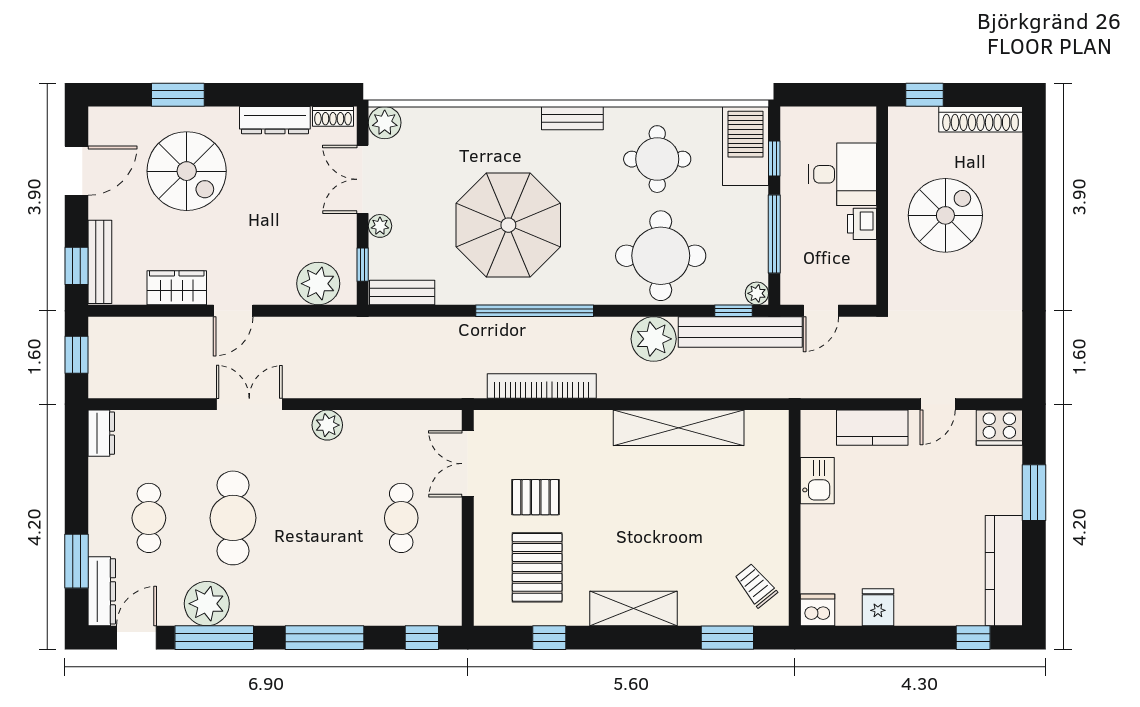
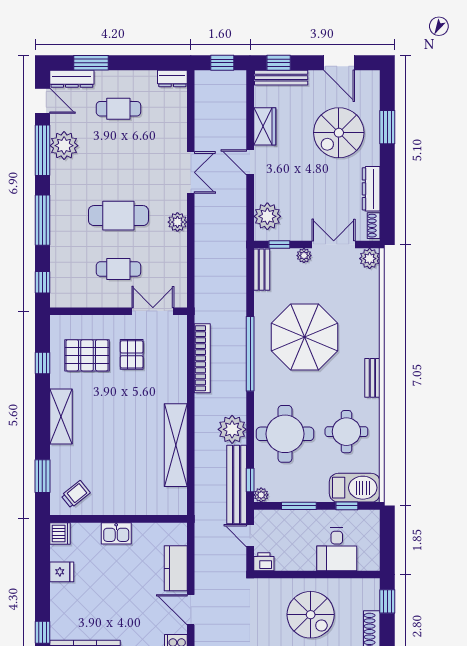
printer: (862, 224) -> (264, 562), moved
window: (774, 234) -> (299, 506), width x0.69
door: (938, 404) -> (191, 610), width x1.38
kitchen sink: (817, 481) -> (116, 533), moved
cafe table: (233, 518) -> (118, 216), moved

